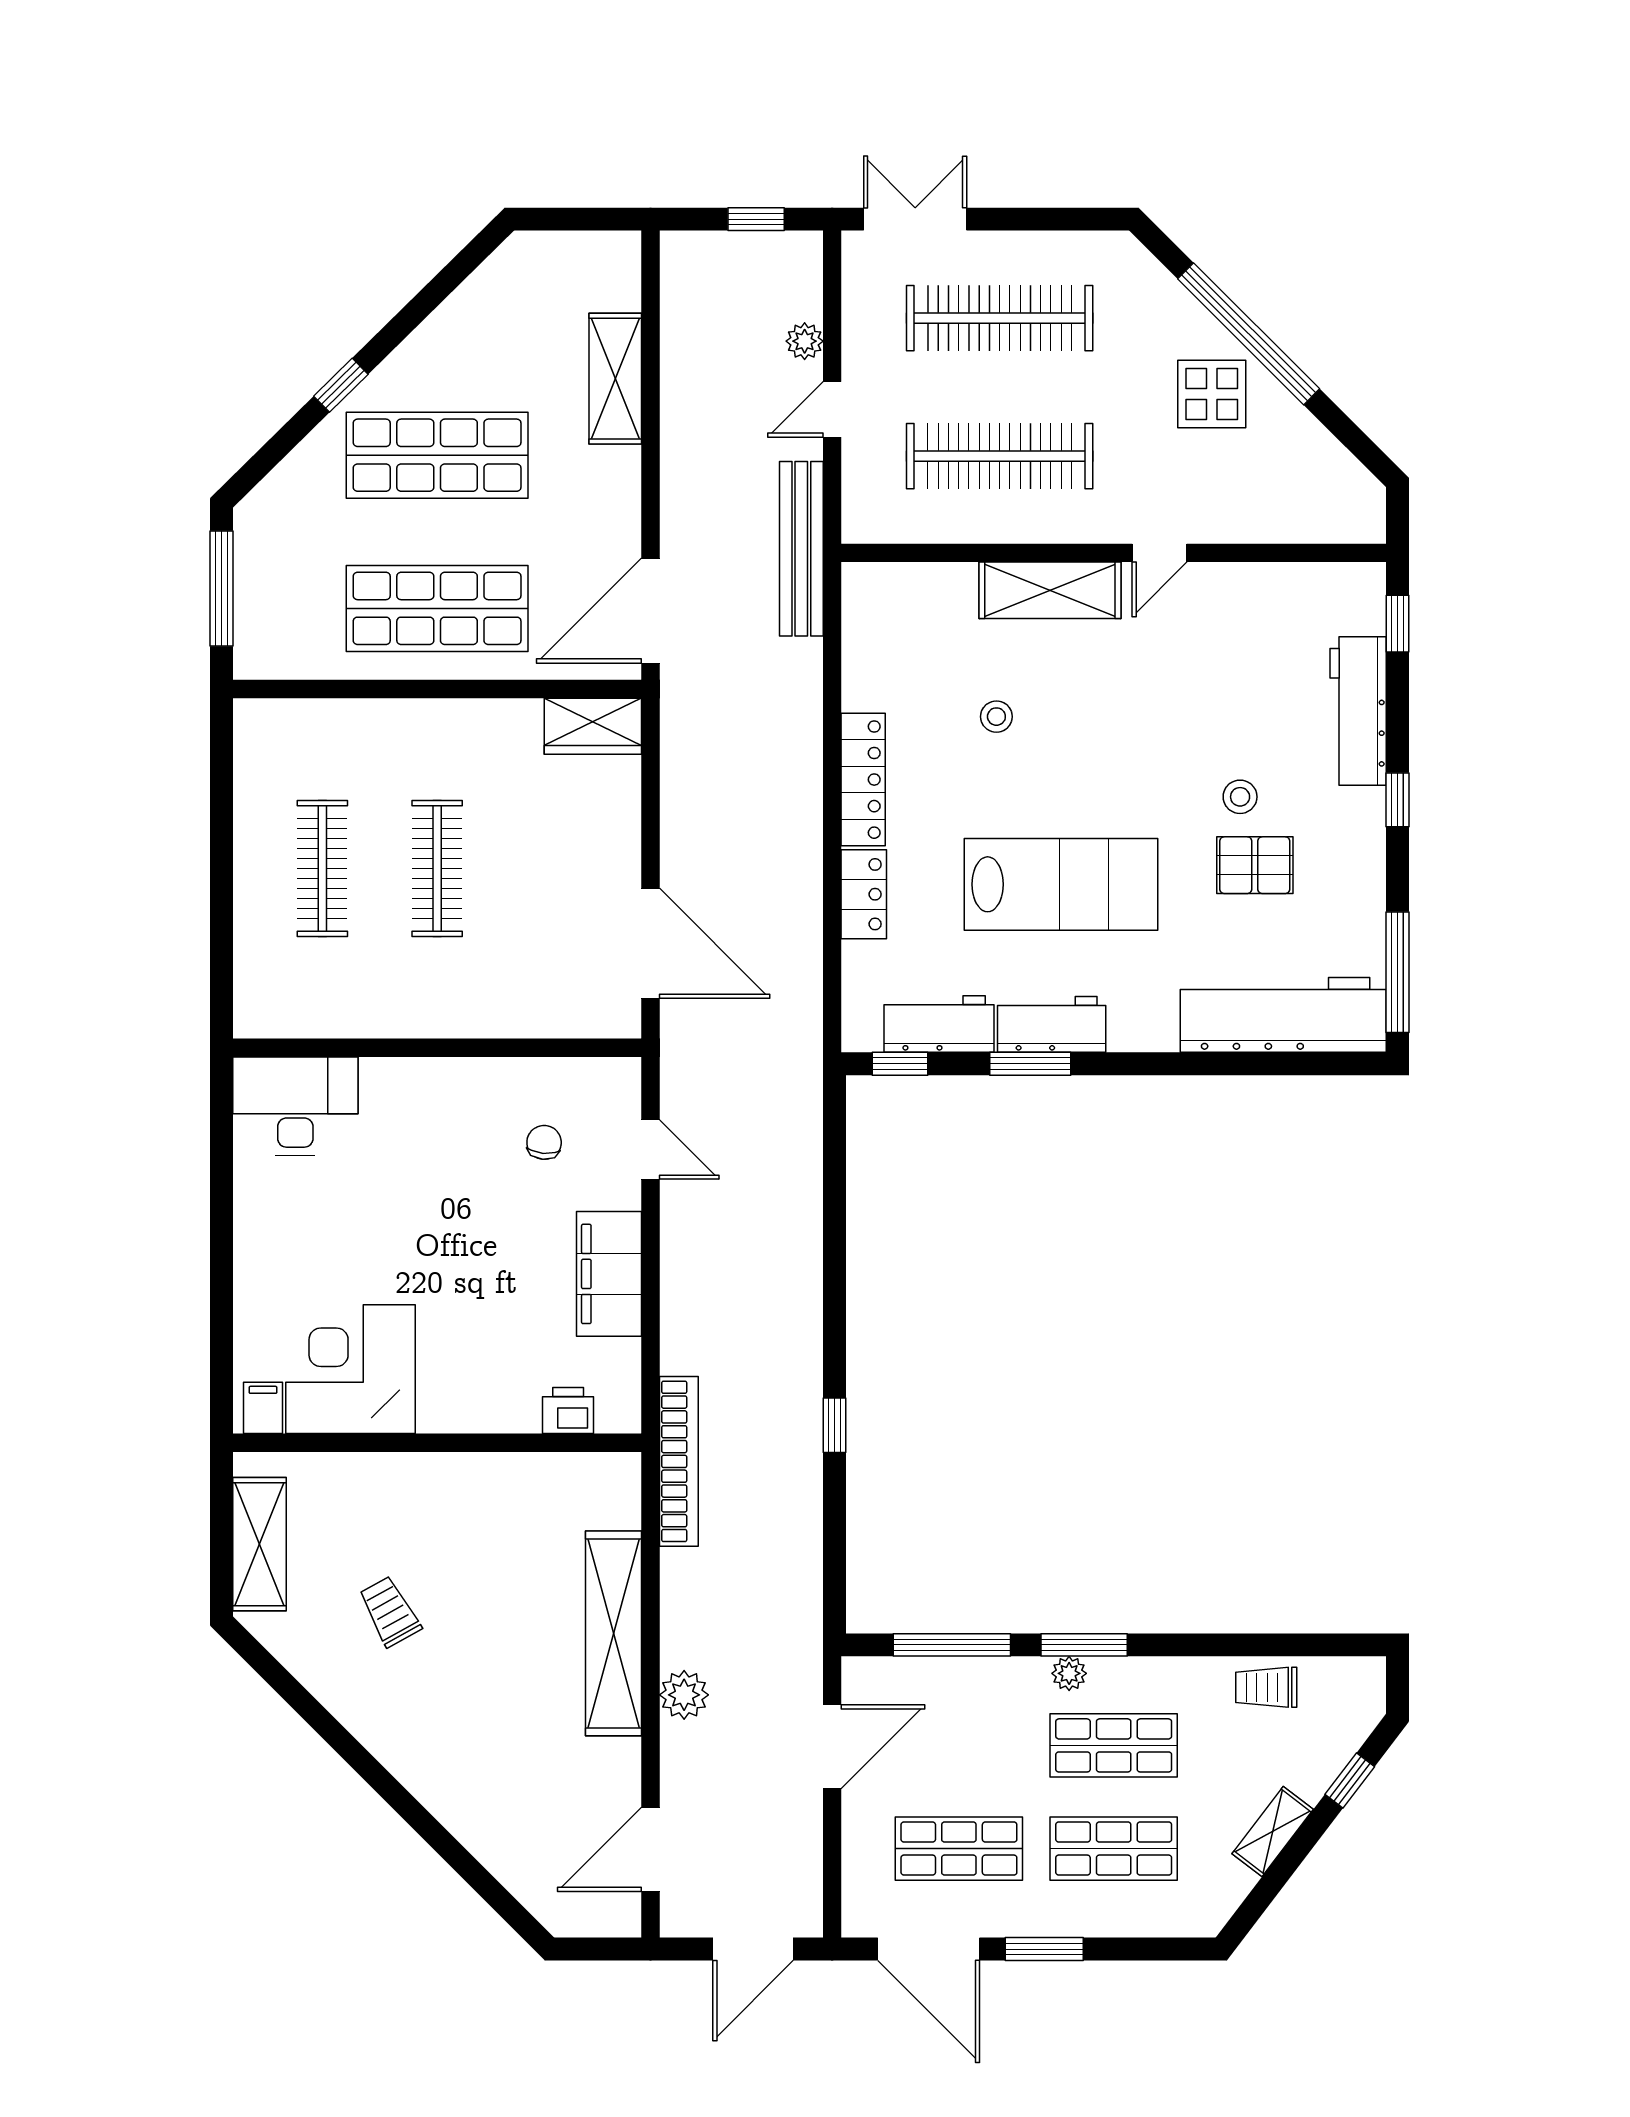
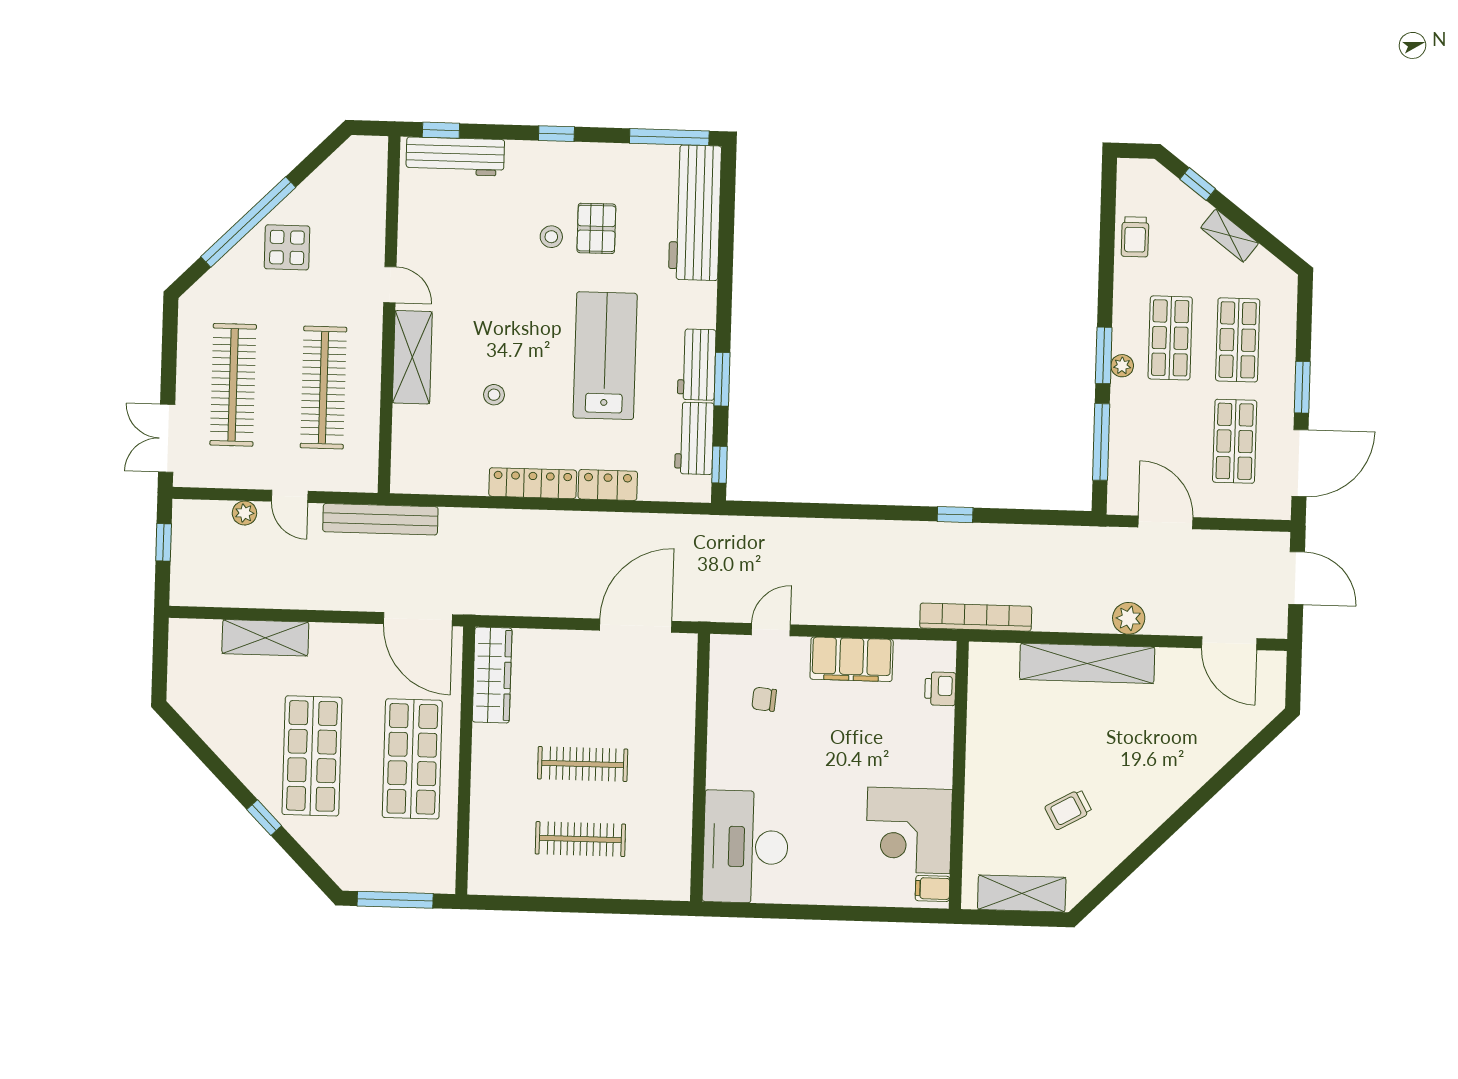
workbench: (1358, 711) -> (455, 156), moved
wardrobe: (593, 726) -> (492, 675), width x1.50
desk: (295, 1106) -> (746, 847), width x1.36, depth x1.30

